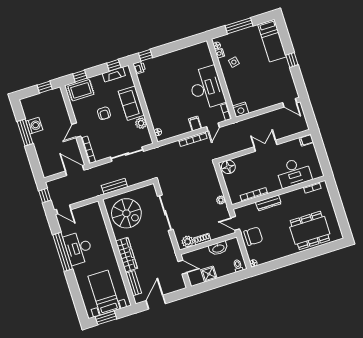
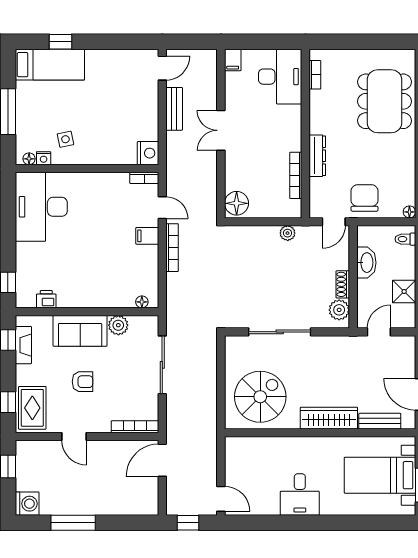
window: (292, 60) -> (60, 42), moved
printer: (139, 68) -> (46, 299), moved
desk: (207, 88) -> (41, 207), moved, turned -90
washing machine: (34, 126) -> (27, 504), moved, turned 90
door: (76, 130) -> (74, 436), moved
desk: (294, 173) -> (280, 77), moved
bench: (114, 186) -> (174, 109), moved
door: (64, 209) -> (221, 499), hinge flipped
desk: (78, 248) -> (300, 495), width x0.73
window: (63, 252) -> (291, 523), removed

